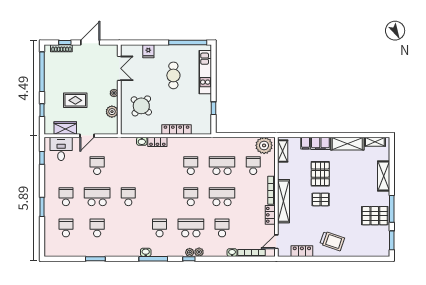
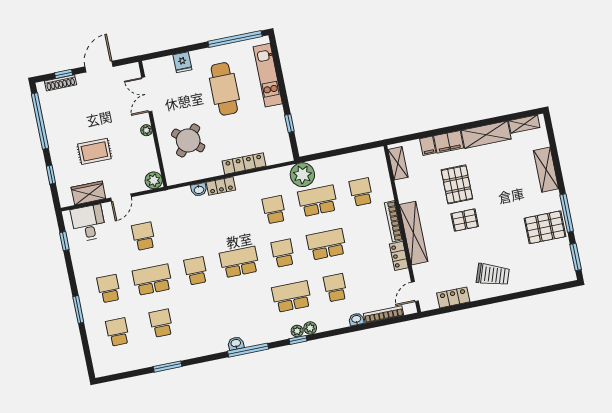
double door: (119, 68) -> (147, 94), swing flipped
cafe table: (173, 75) -> (224, 89), width x1.37, depth x1.35
plant: (112, 112) -> (154, 180), moved
plant: (264, 145) -> (302, 175), moved
school desk: (160, 228) -> (239, 262), moved, width x1.85

